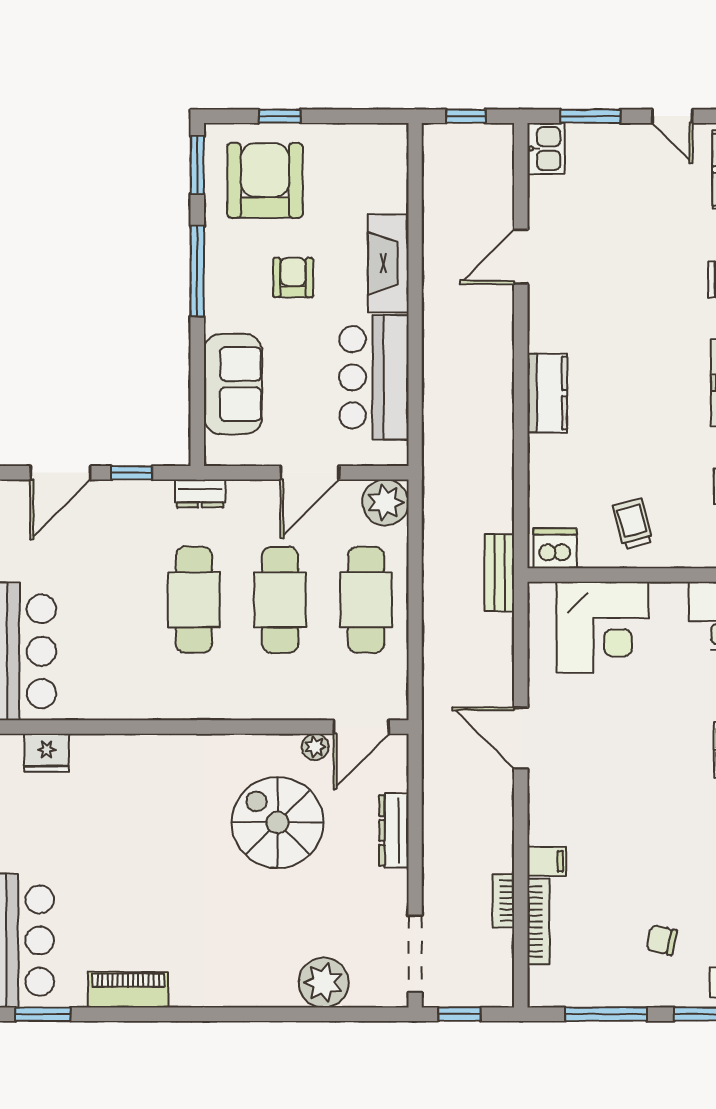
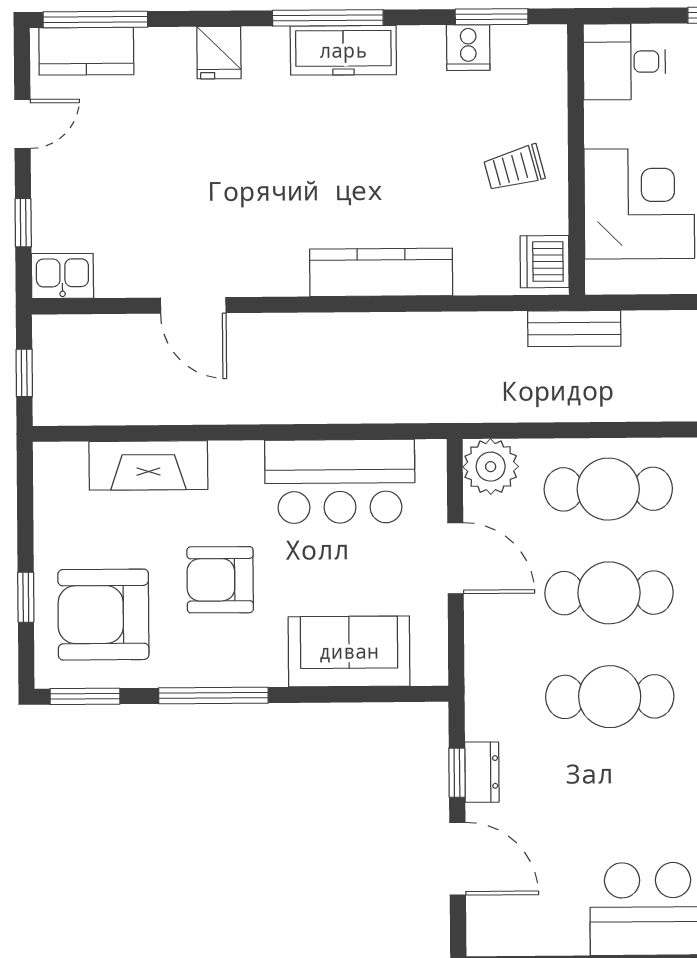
window: (590, 116) -> (23, 223), width x0.67
fireplace: (388, 263) -> (148, 465), moved
armchair: (293, 277) -> (220, 580), width x1.38, depth x1.38
kitchen counter: (547, 393) -> (381, 272), width x1.50
dresser: (200, 493) -> (482, 772), moved

